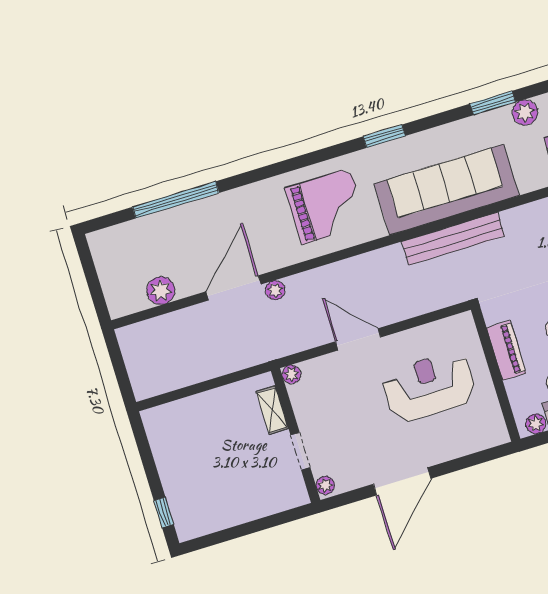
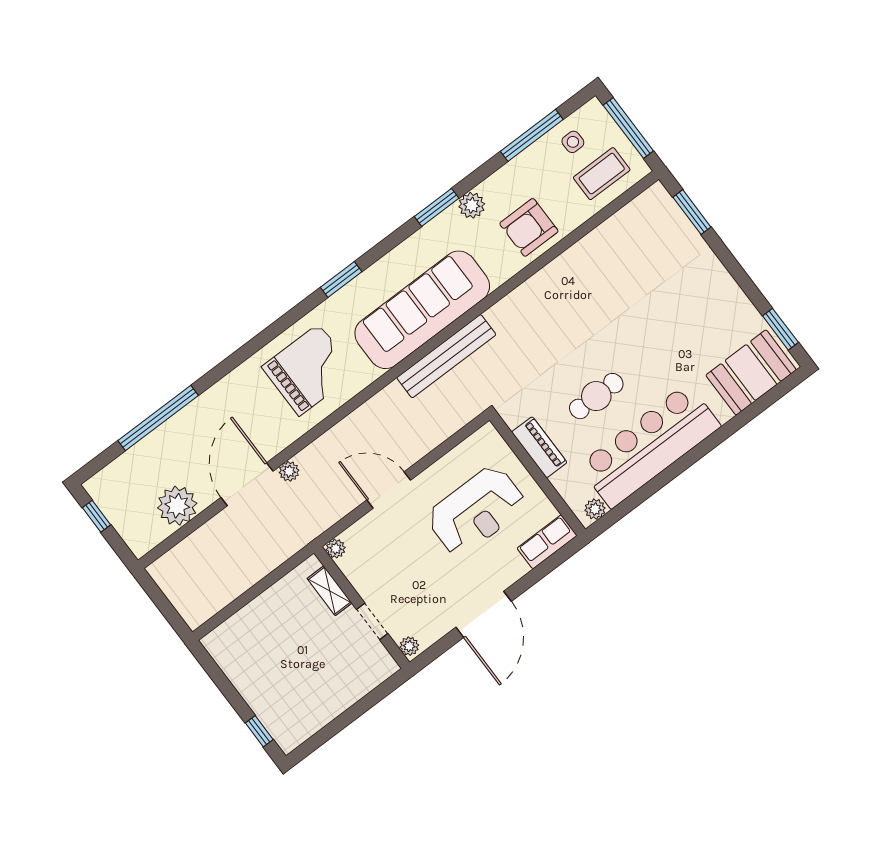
window: (89, 267) -> (97, 516), added
plant: (161, 291) -> (177, 506), width x1.36, depth x1.36
reception desk: (429, 386) -> (476, 511), turned 180
row of seats: (482, 437) -> (547, 542), added

